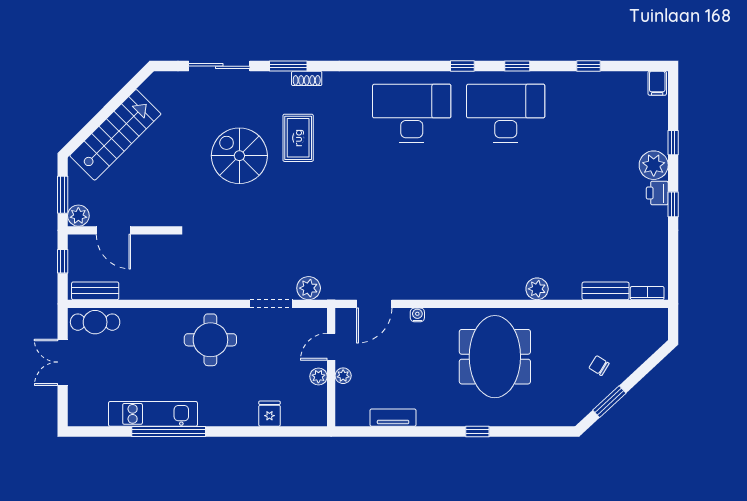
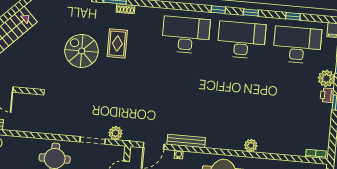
desk: (600, 113) -> (297, 45), added
bench: (606, 291) -> (186, 141), moved, width x1.36

